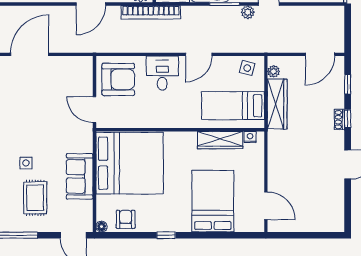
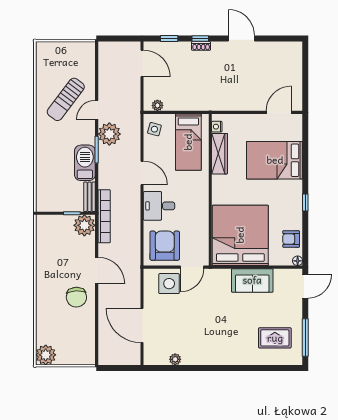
plant: (248, 12) -> (109, 134), width x1.87, depth x1.87
wardrobe: (277, 104) -> (187, 102), removed
side table: (26, 163) -> (169, 284), moved, width x1.87, depth x1.87
rug: (35, 198) -> (275, 338), moved

